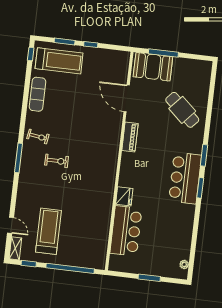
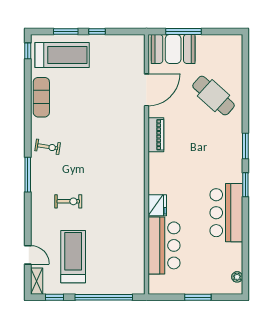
door: (127, 98) -> (146, 90), swing flipped
exercise bike: (57, 161) -> (68, 201), moved
bar counter: (185, 178) -> (226, 213), moved

